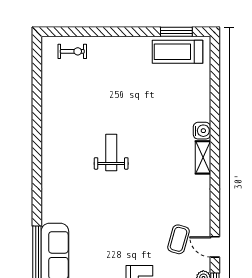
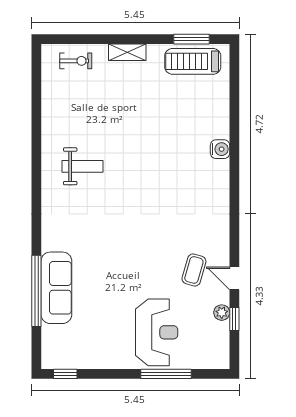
weight bench: (111, 152) -> (82, 166), moved, turned 90
shelving: (203, 157) -> (127, 52), moved, turned 90

